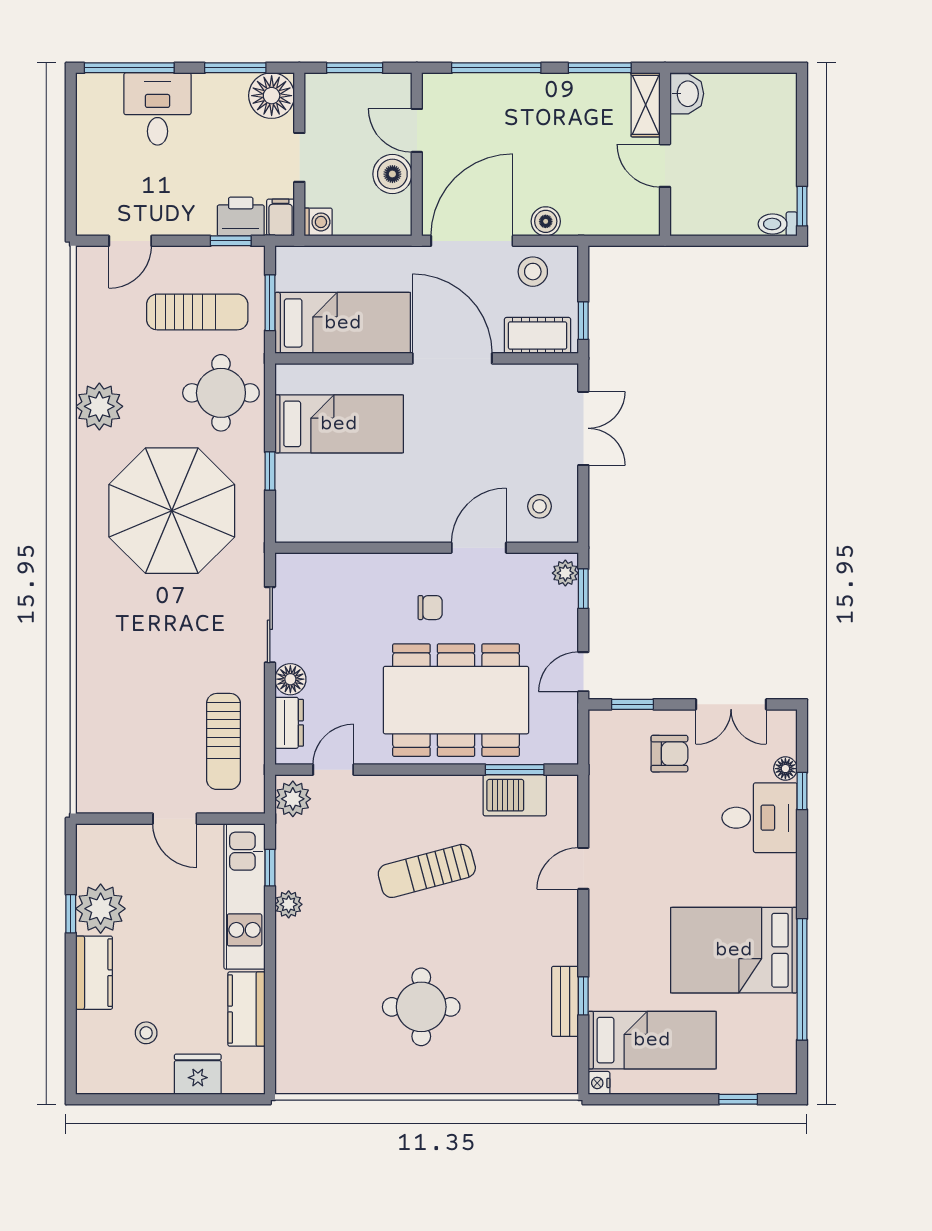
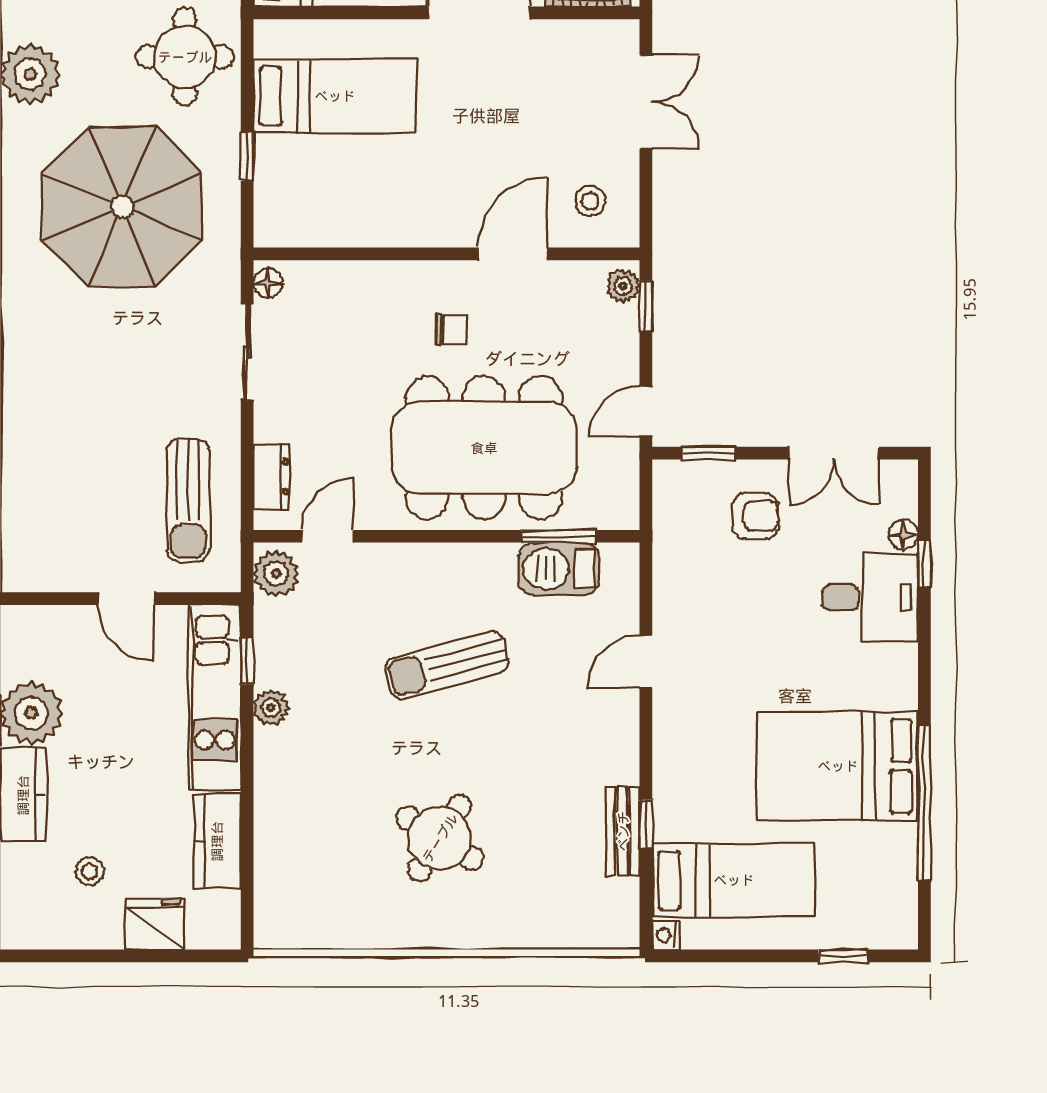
floor lamp: (290, 679) -> (268, 283), moved, width x0.73, depth x0.73
round table: (421, 1007) -> (440, 838), turned 32

